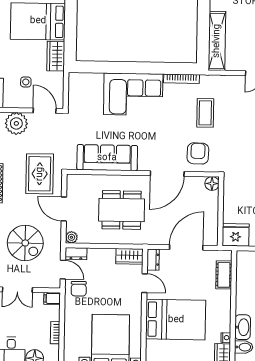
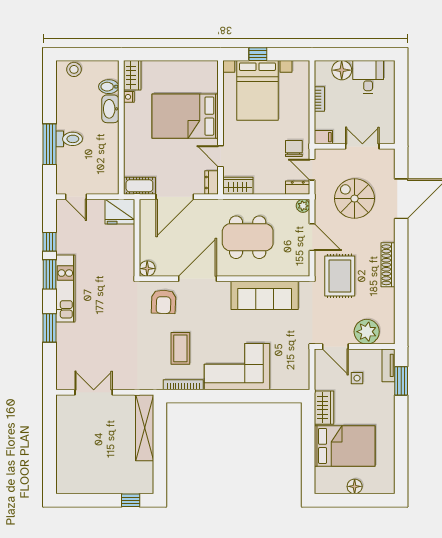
coffee table: (205, 113) -> (180, 348), moved
cot: (224, 275) -> (139, 186), moved, turned 90

